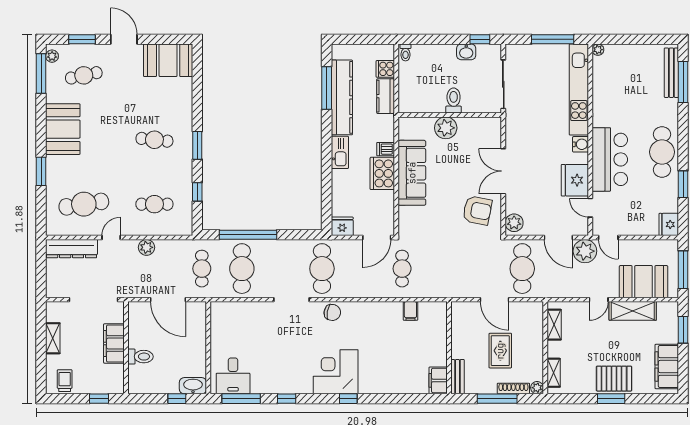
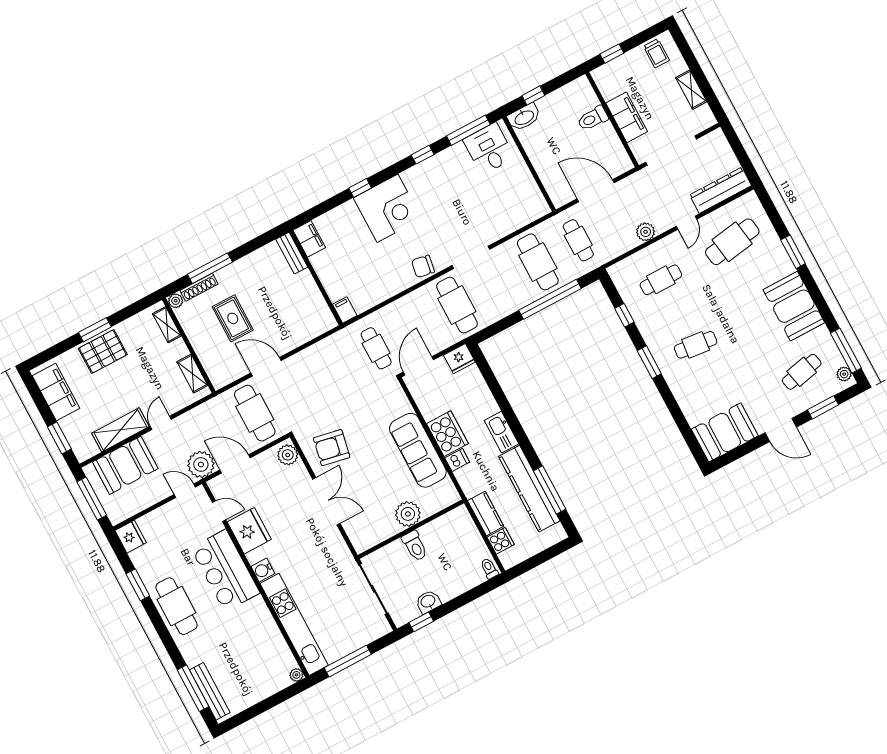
wall: (449, 348) -> (316, 278), moved
bench: (457, 377) -> (292, 253), moved
filing cabinet: (438, 380) -> (309, 239), moved

